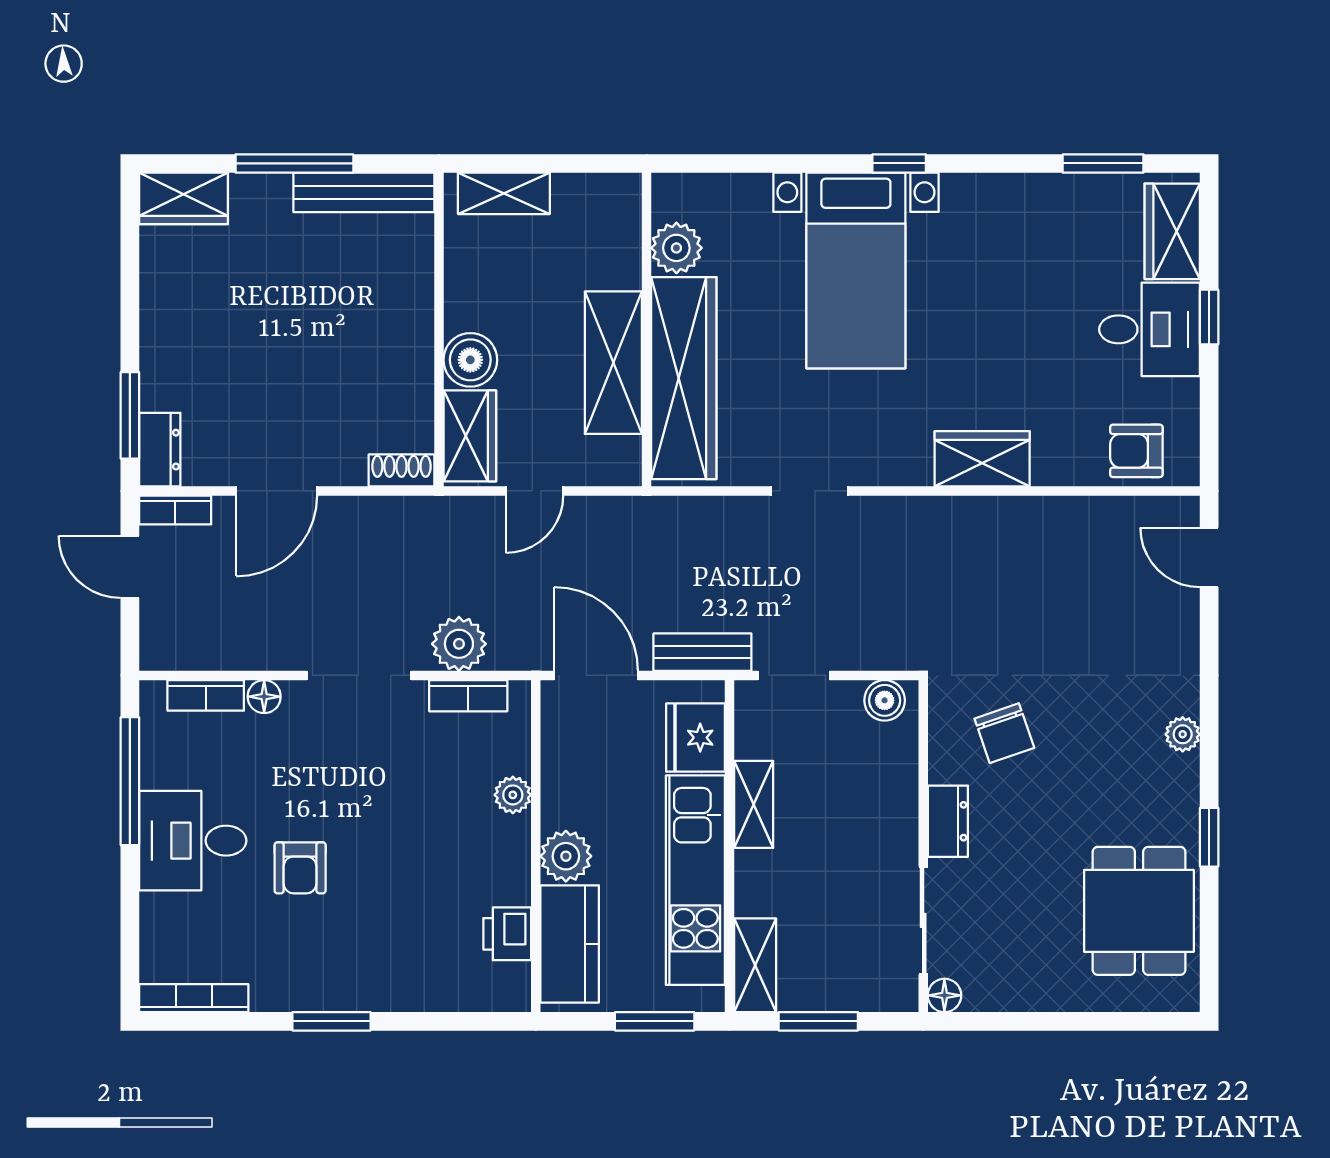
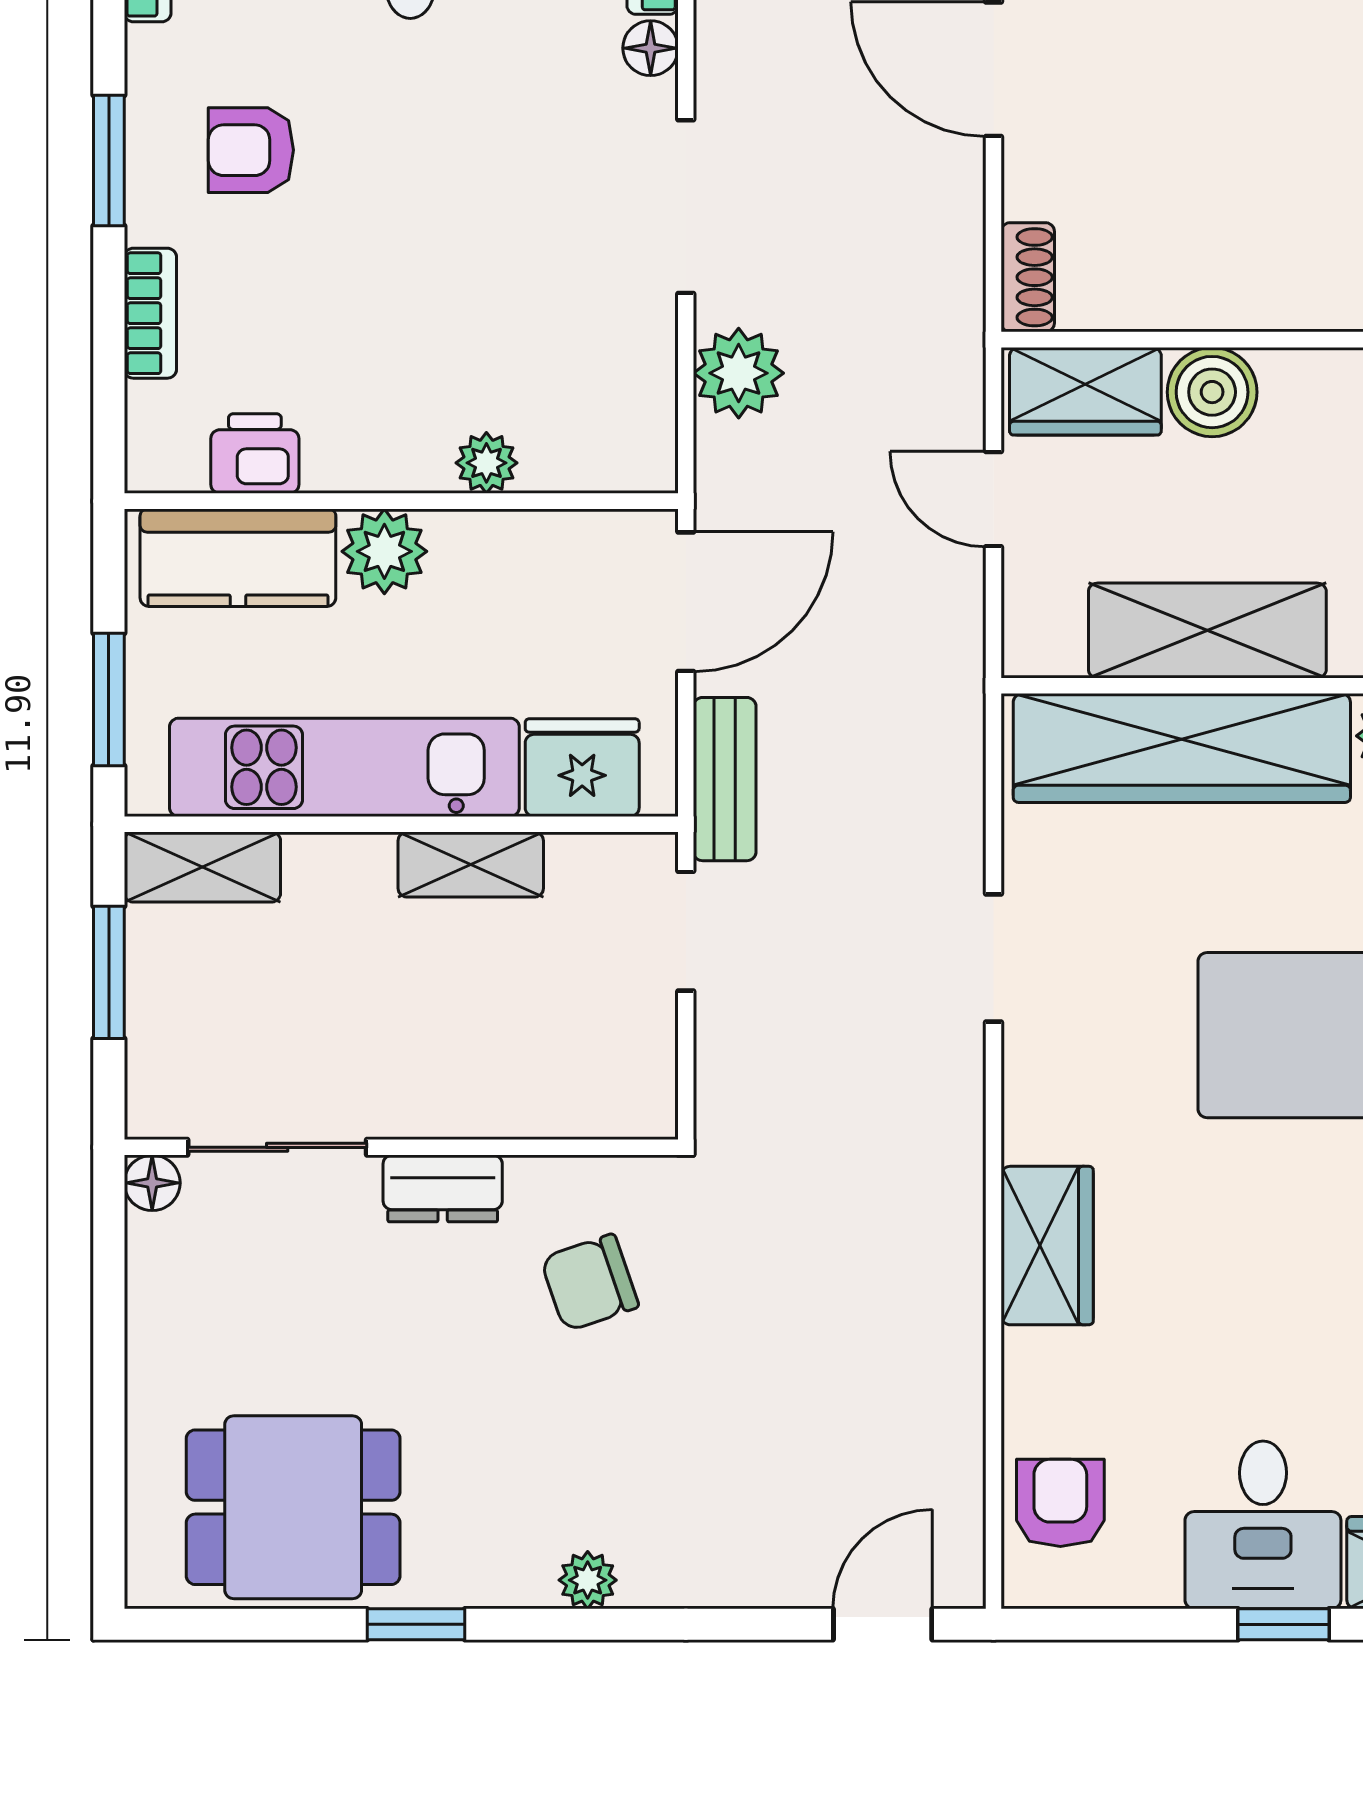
bookcase: (468, 696) -> (150, 313), moved, turned 180
boiler: (885, 700) -> (644, 1083), removed
armchair: (300, 868) -> (251, 150), moved

